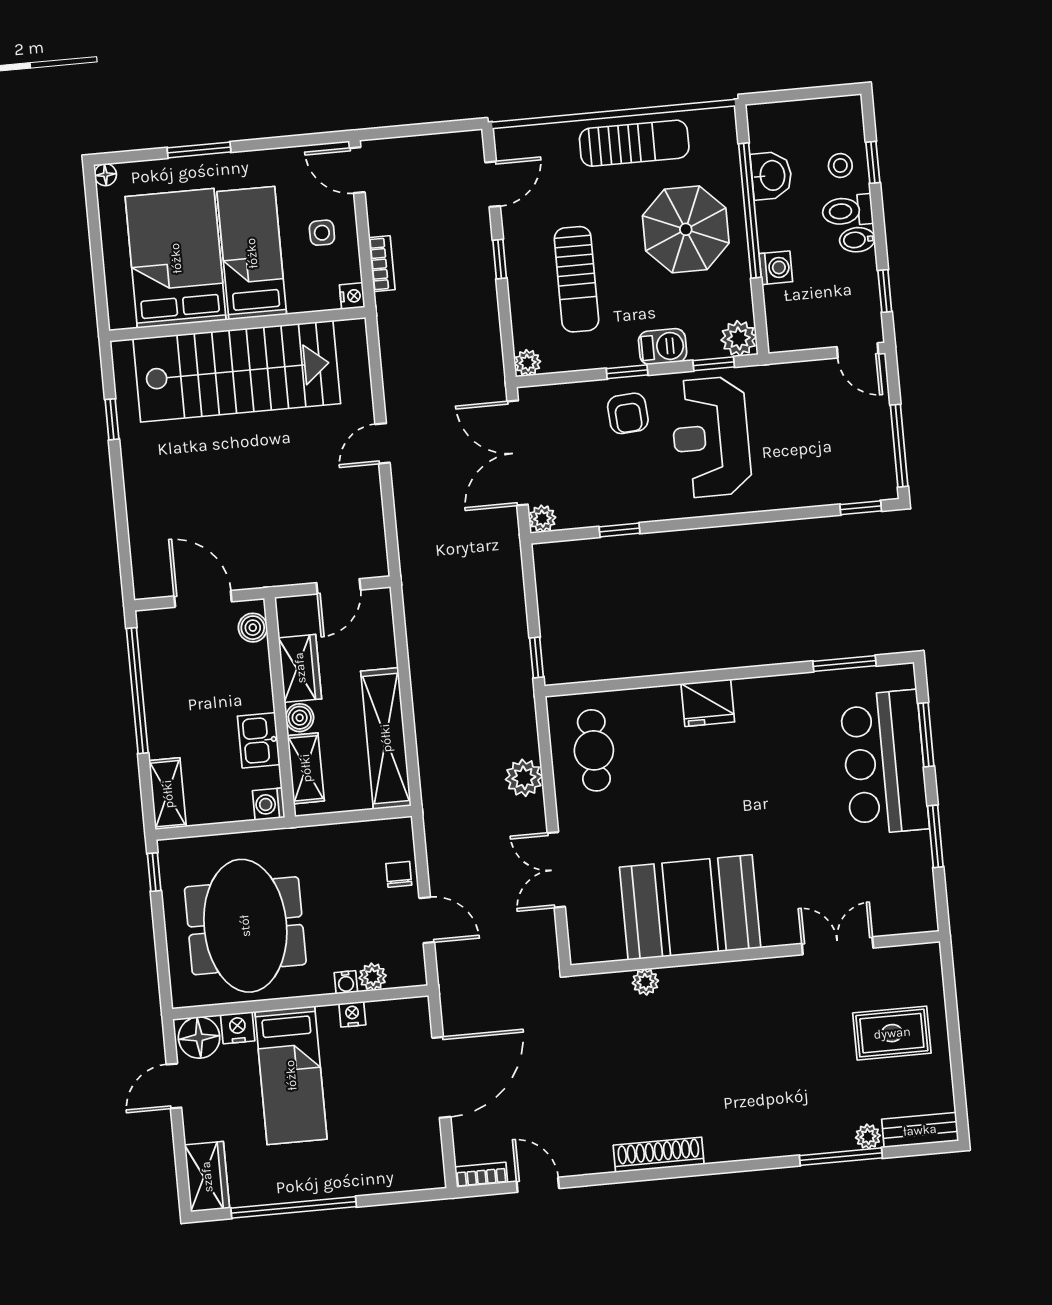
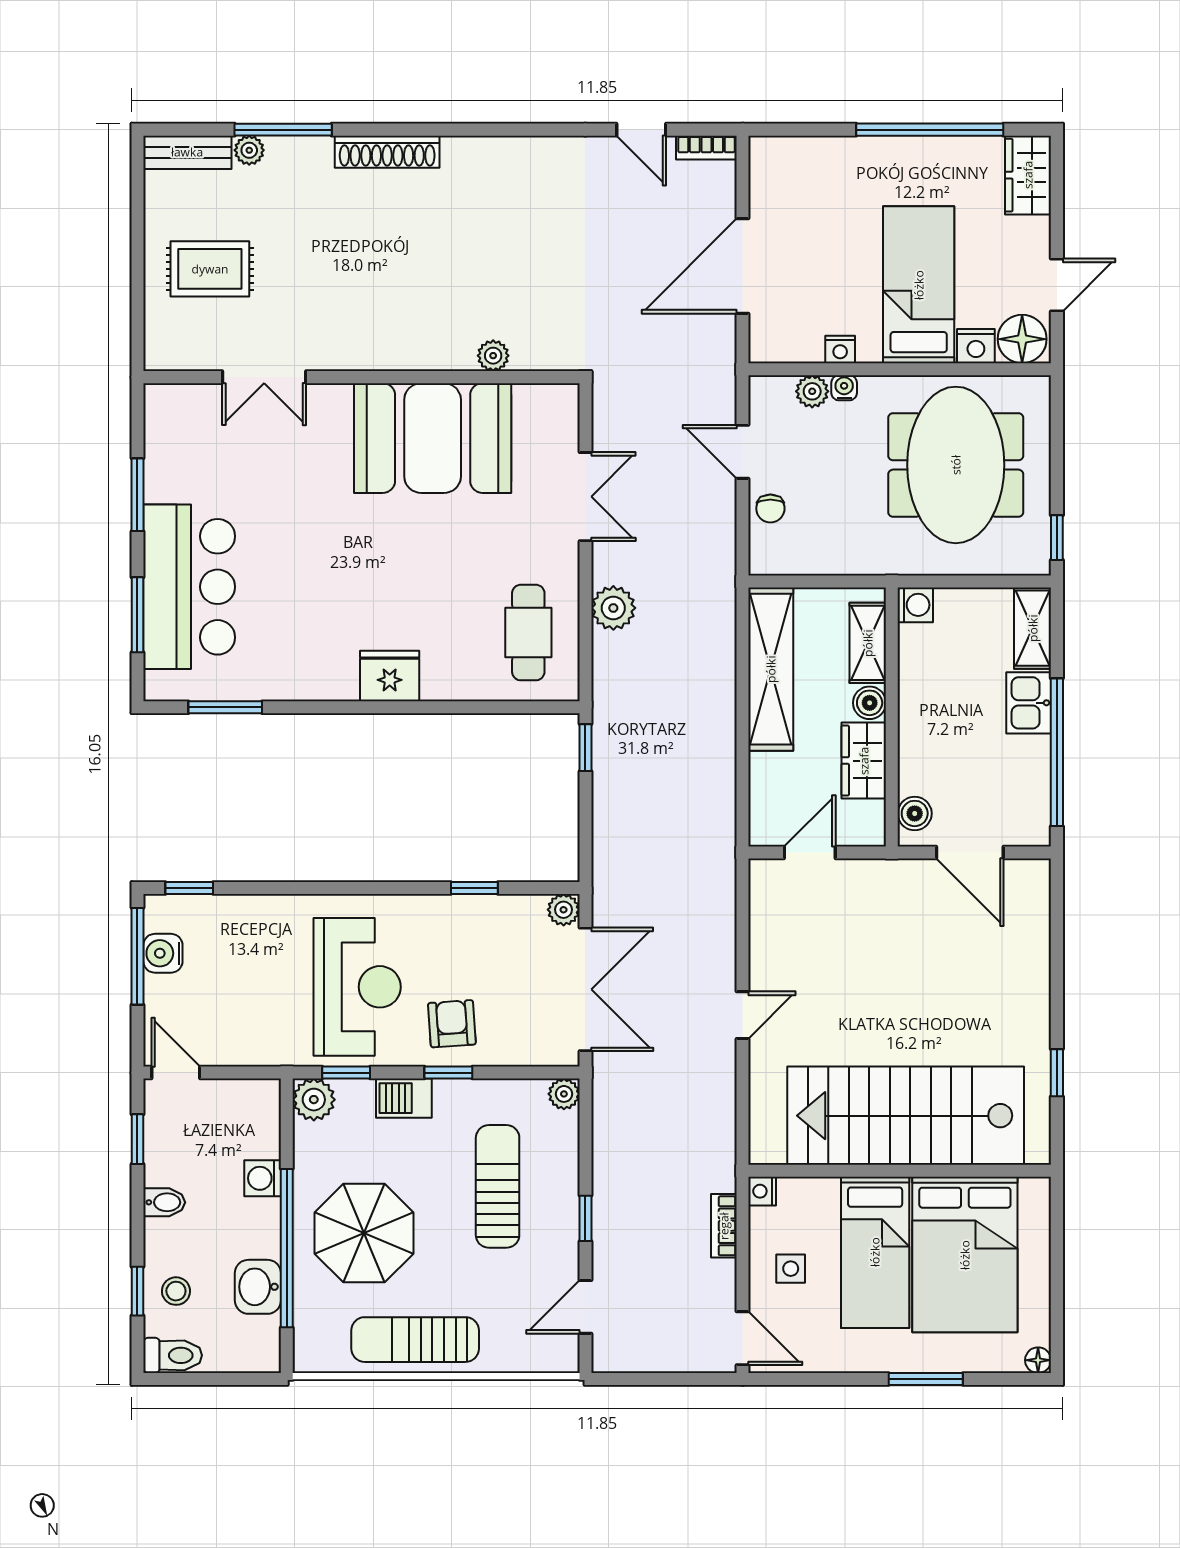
toilet: (847, 211) -> (173, 1355), moved
water cooler: (878, 450) -> (163, 953), added
kitchen sink: (259, 740) -> (1029, 703), moved, turned 180
shoe rack: (659, 1155) -> (387, 152), moved

